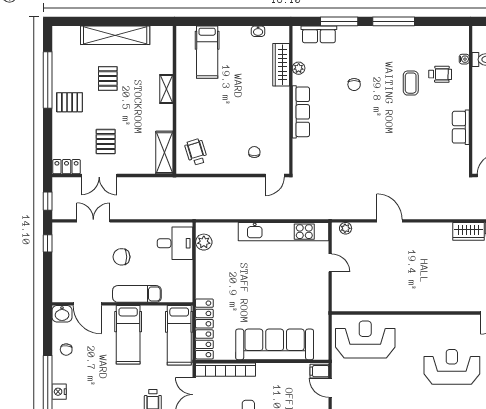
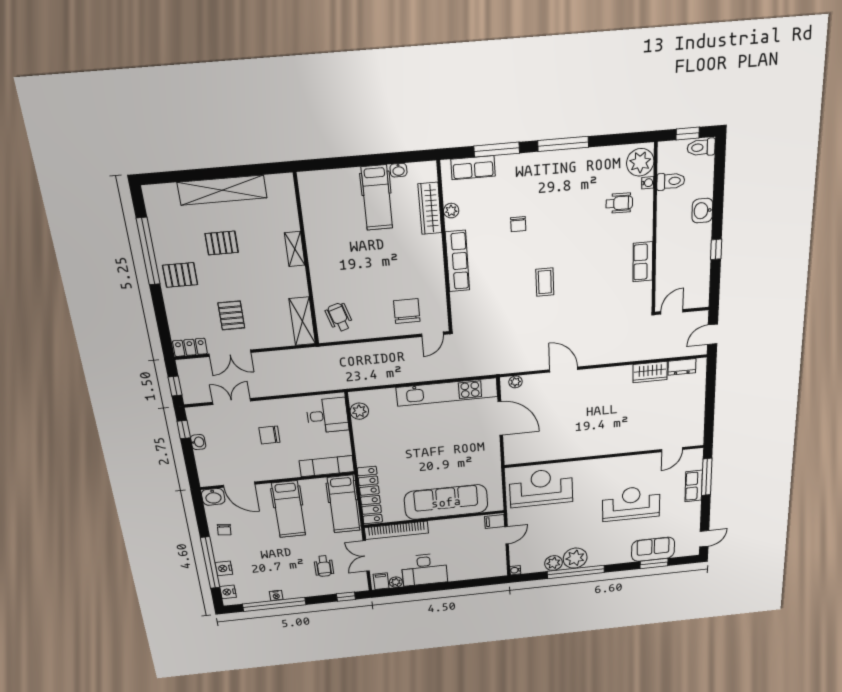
plant: (458, 42) -> (640, 162), added
hospital bed: (207, 52) -> (377, 198), moved
pallet: (108, 78) -> (222, 243), turned 90
coffee table: (411, 83) -> (545, 282), moved
chair: (254, 152) -> (407, 311), width x1.87, depth x1.87
washbasin: (58, 257) -> (198, 442), added
door: (330, 263) -> (500, 418), width x1.87
exam couch: (137, 294) -> (327, 466), moved
door: (330, 388) -> (507, 535), swing flipped

